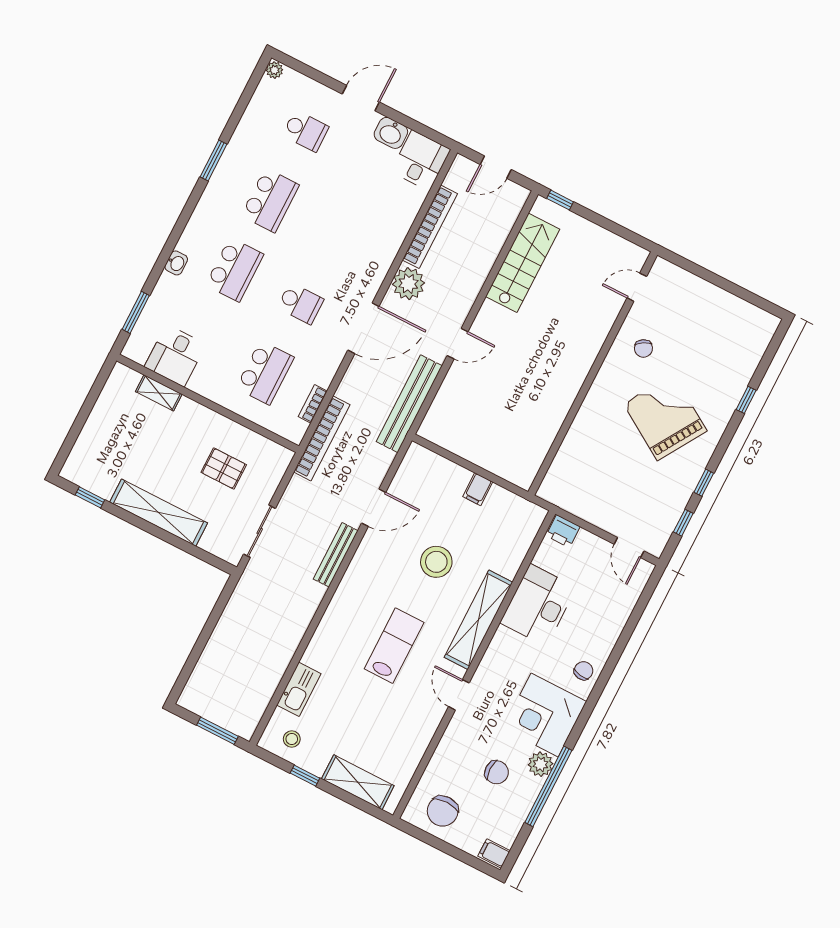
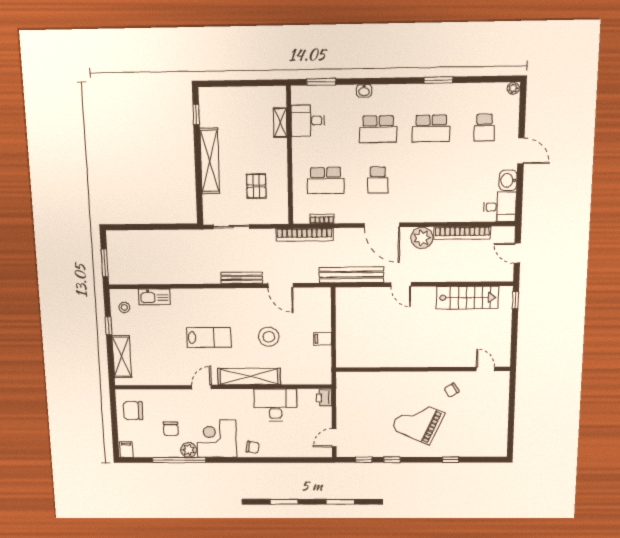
grand piano: (665, 417) -> (418, 421), turned -98

